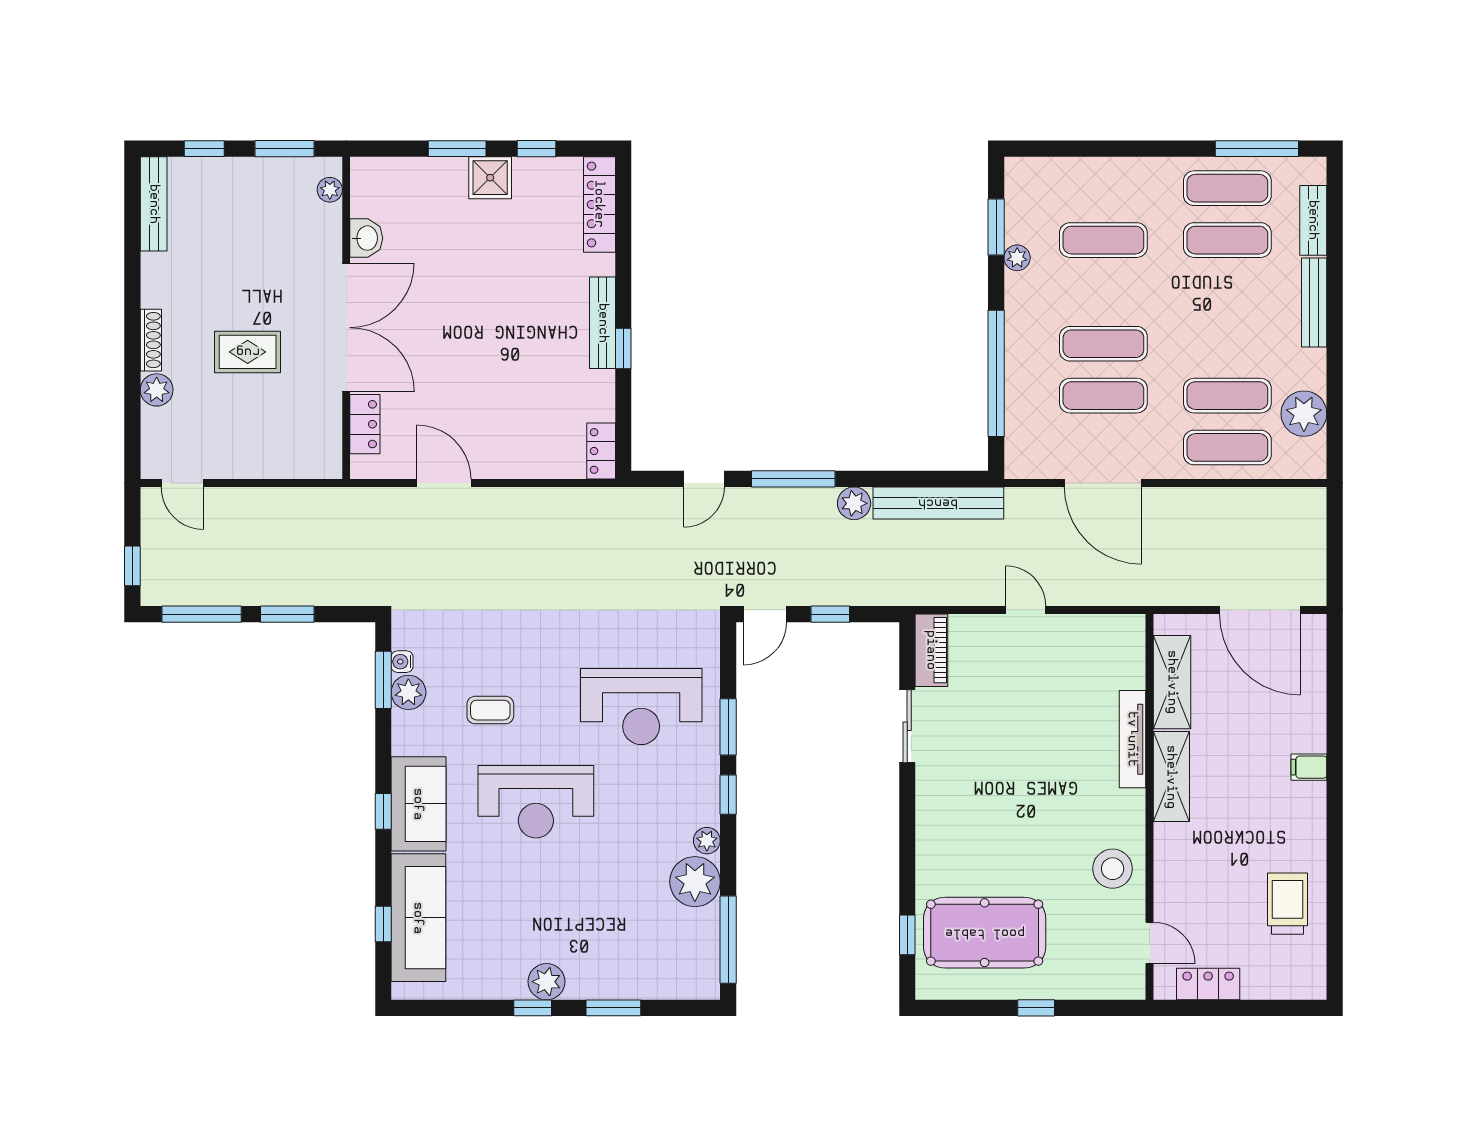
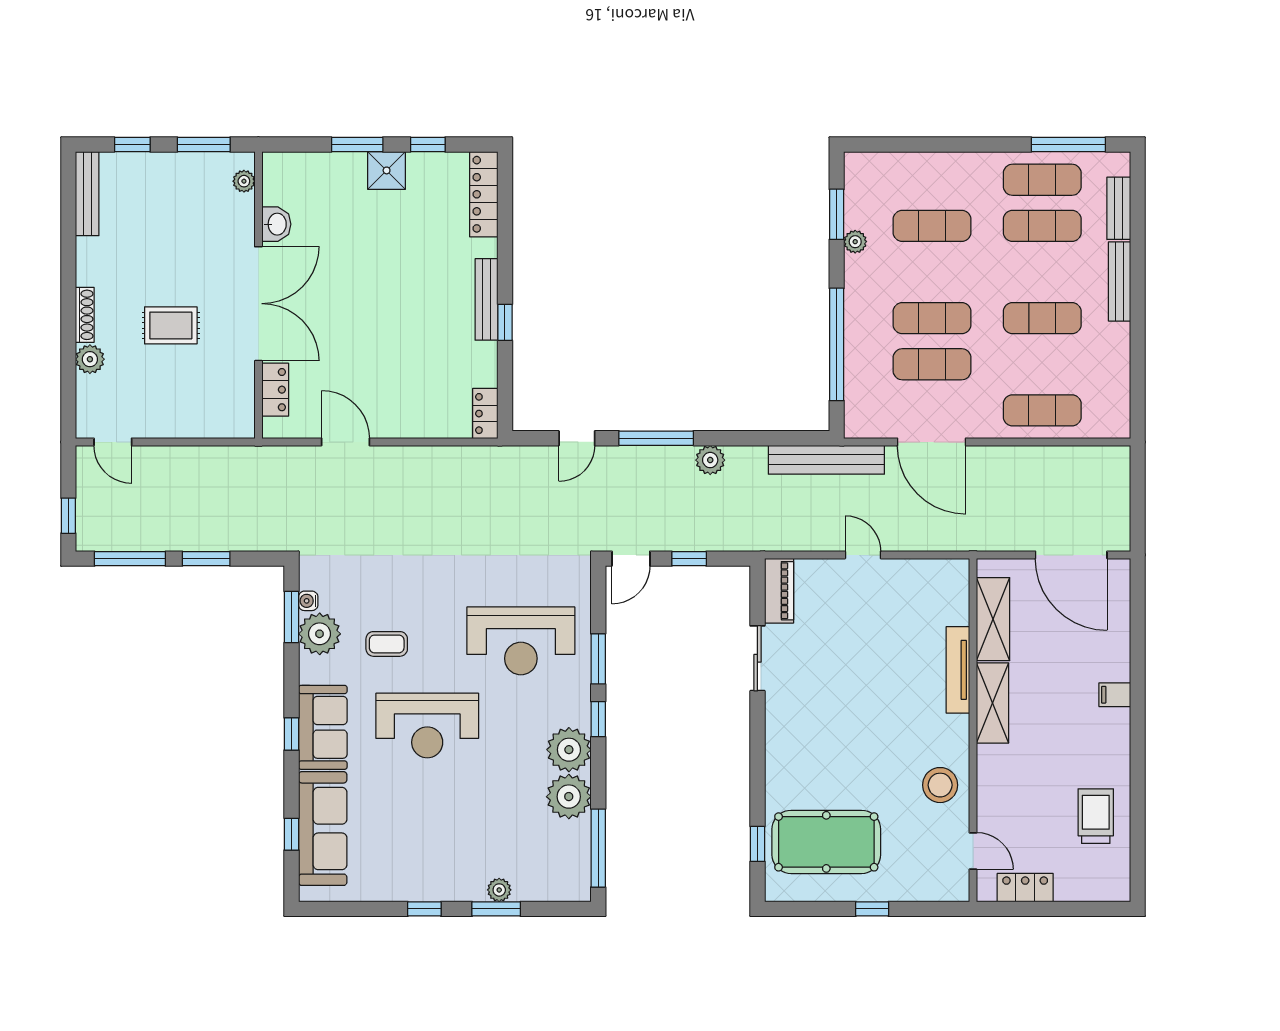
exercise mat: (1227, 396) -> (1042, 318), moved
plant: (1304, 414) -> (1110, 380), removed
bench: (938, 503) -> (826, 460), moved
plant: (408, 692) -> (320, 634), width x1.36, depth x1.36
plant: (707, 841) -> (569, 750), width x1.87, depth x1.87
plant: (547, 982) -> (499, 890), moved, width x0.73, depth x0.73

